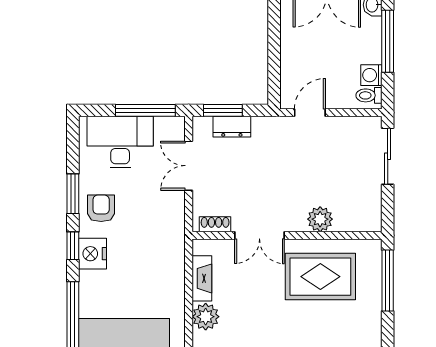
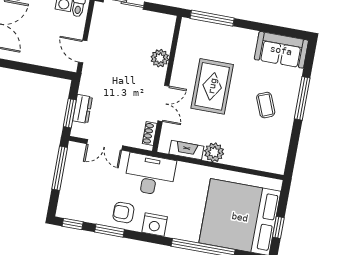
desk: (120, 142) -> (150, 175), moved, turned 90
window: (73, 246) -> (73, 224), moved
rug: (320, 277) -> (212, 86), moved

